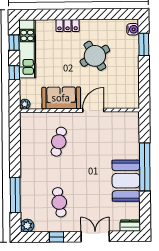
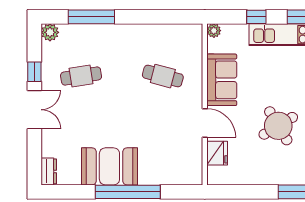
fridge: (116, 101) -> (217, 153), added
double door: (95, 236) -> (34, 110), moved

